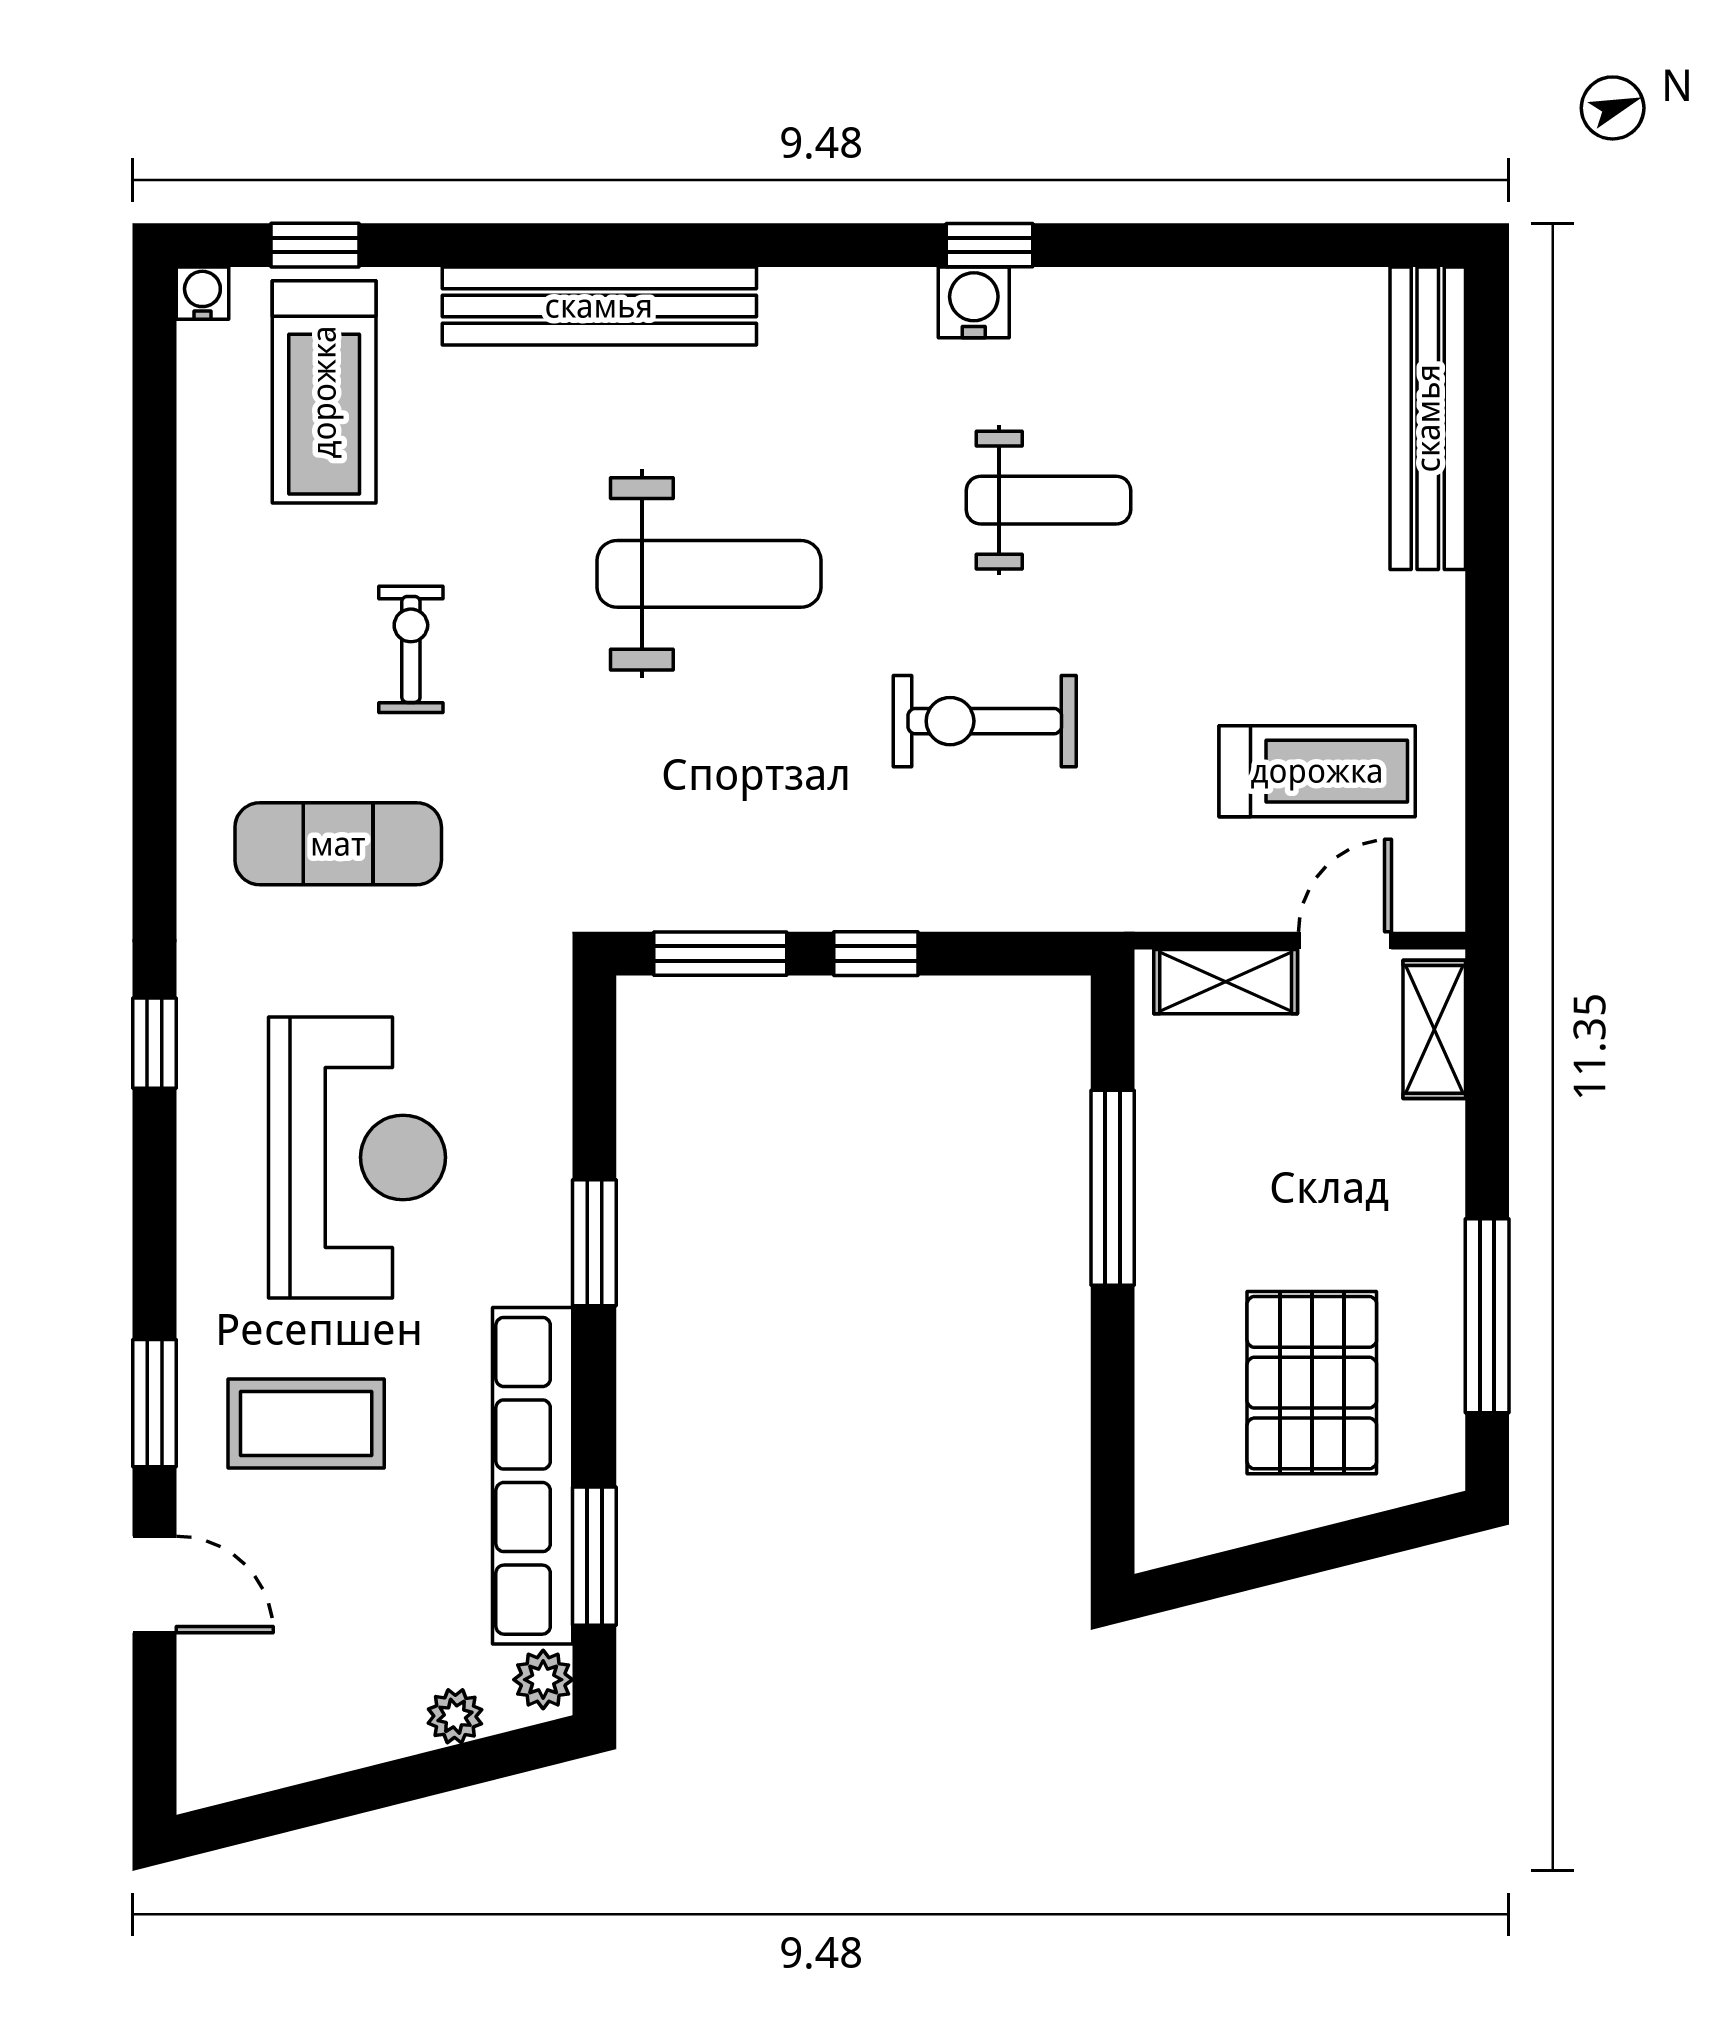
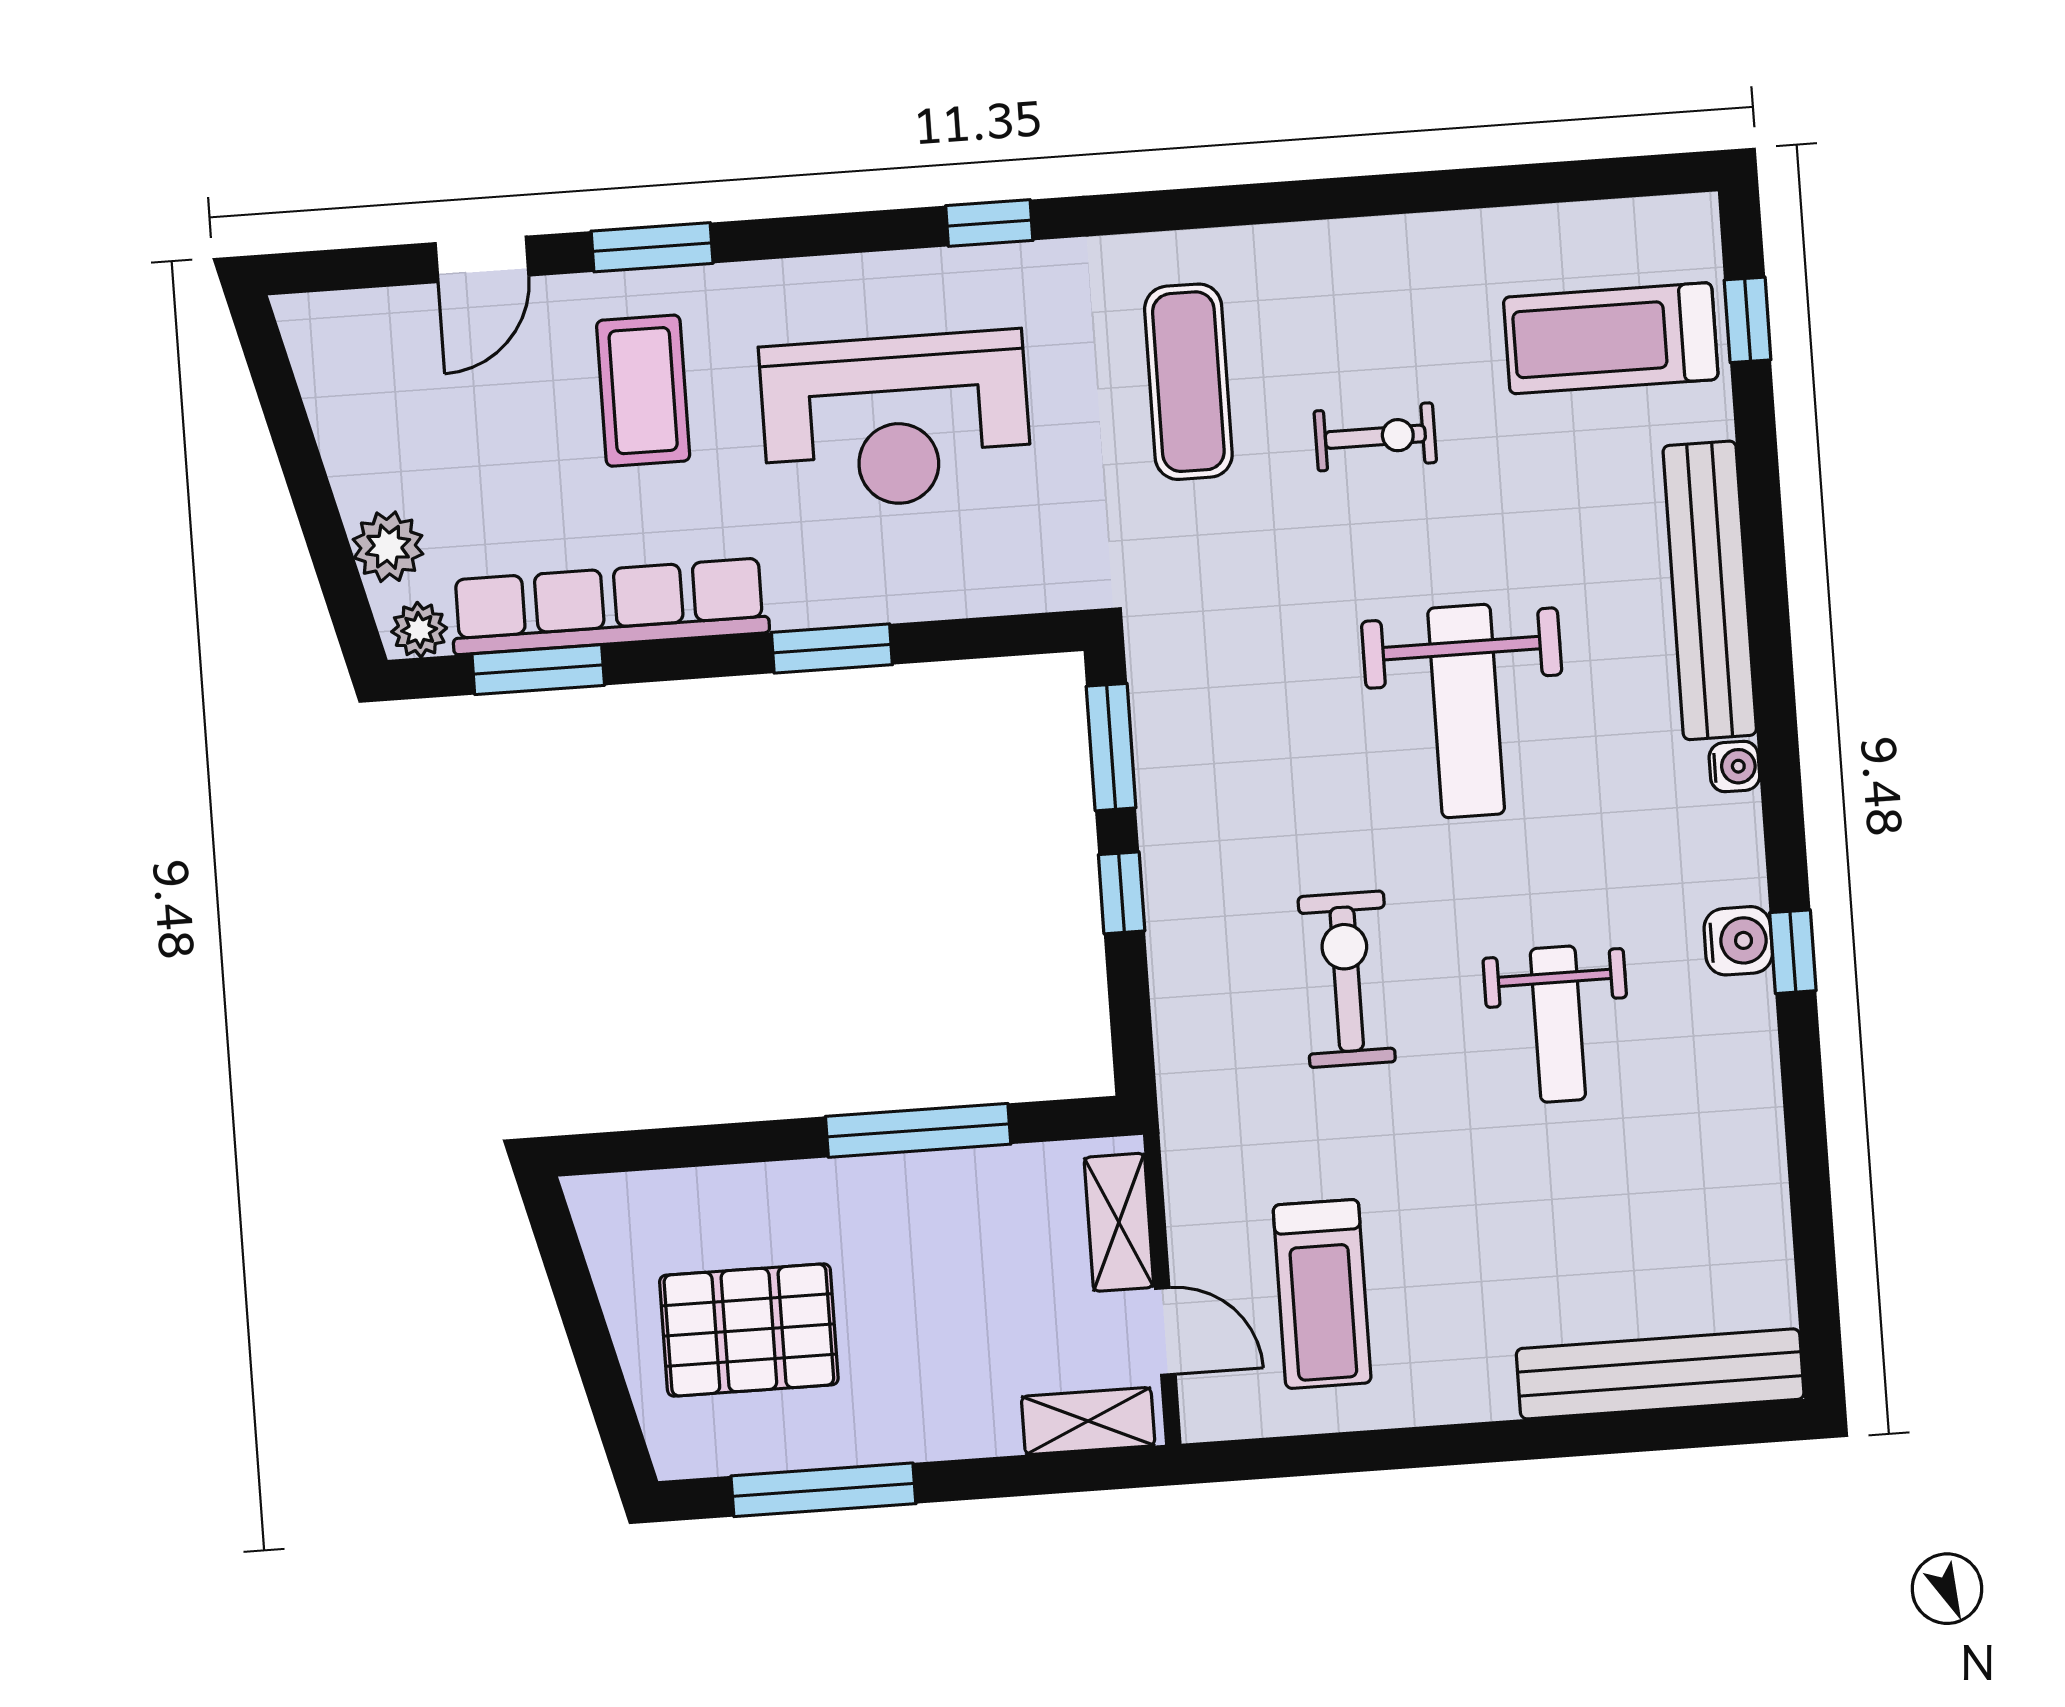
water cooler: (202, 293) -> (1734, 766), moved
plant: (455, 1716) -> (388, 547), width x1.38, depth x1.38

